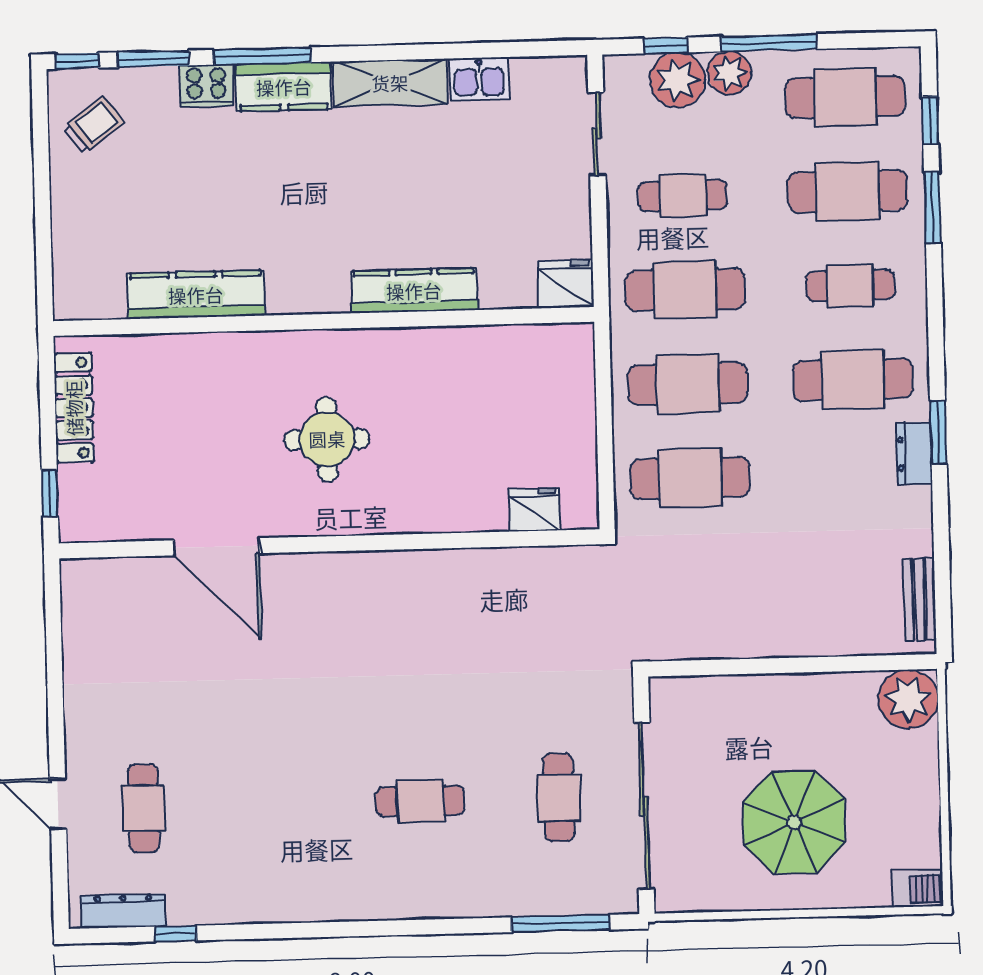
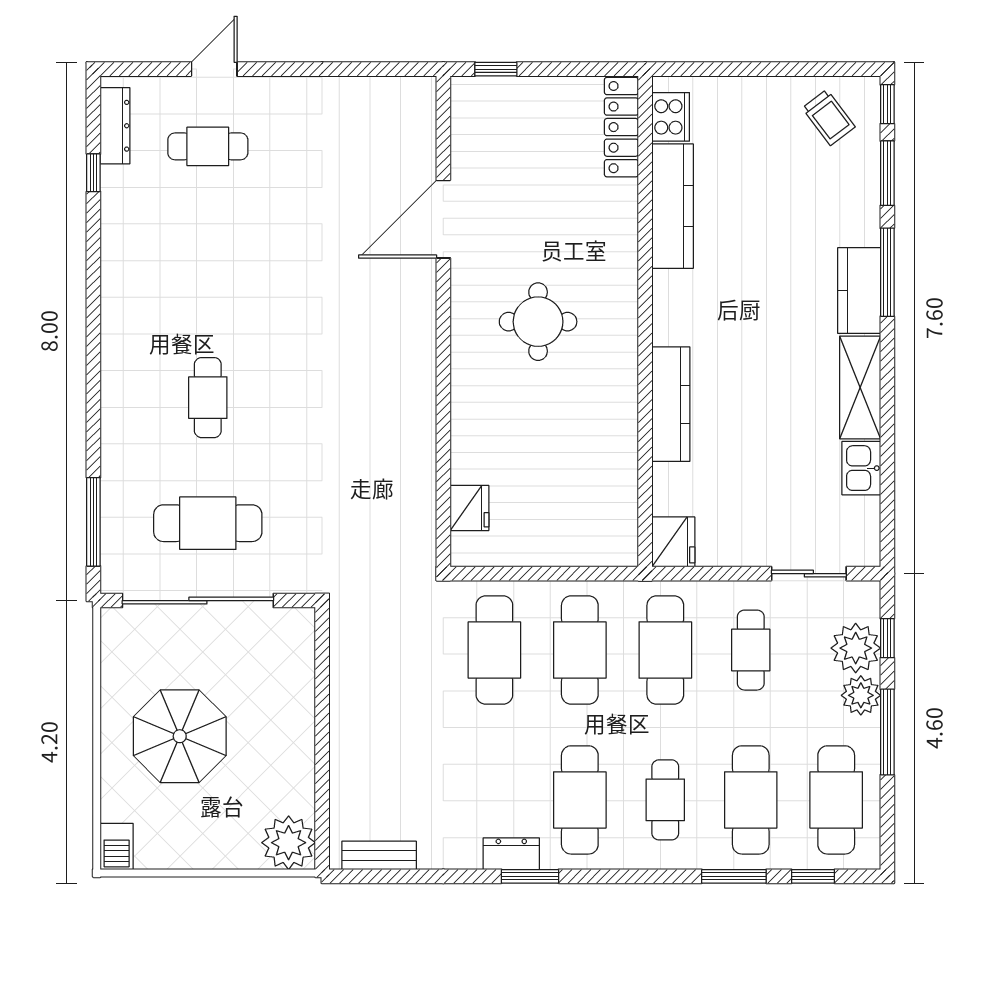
cooker: (206, 86) -> (671, 117), moved, turned 180
locker: (74, 408) -> (621, 127), moved, turned 90
cafe table: (559, 797) -> (208, 523), width x1.37, depth x1.35

